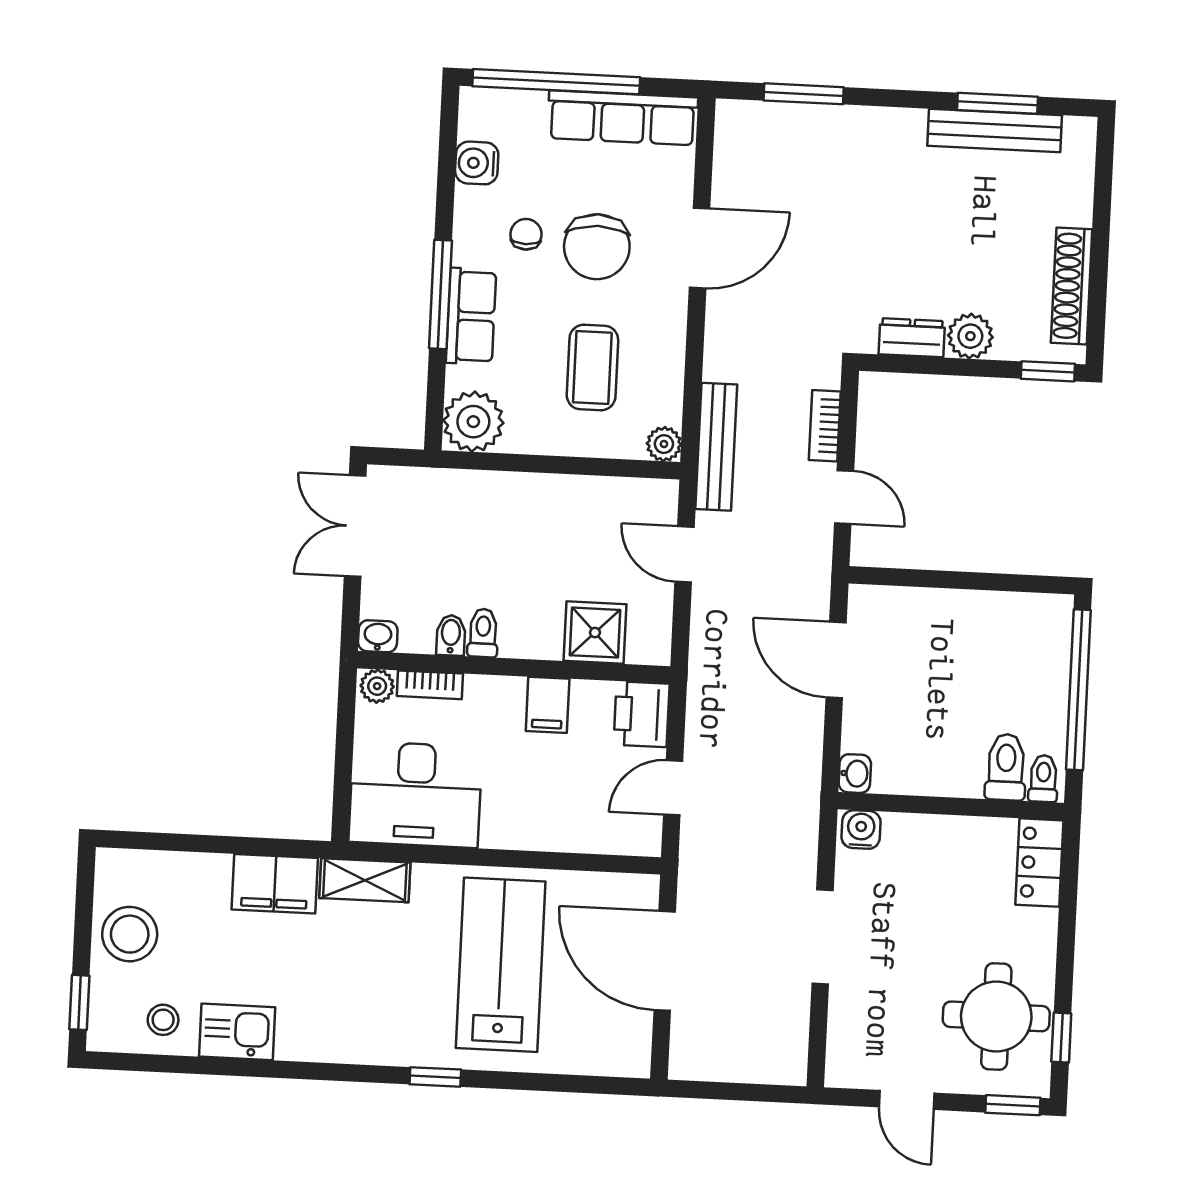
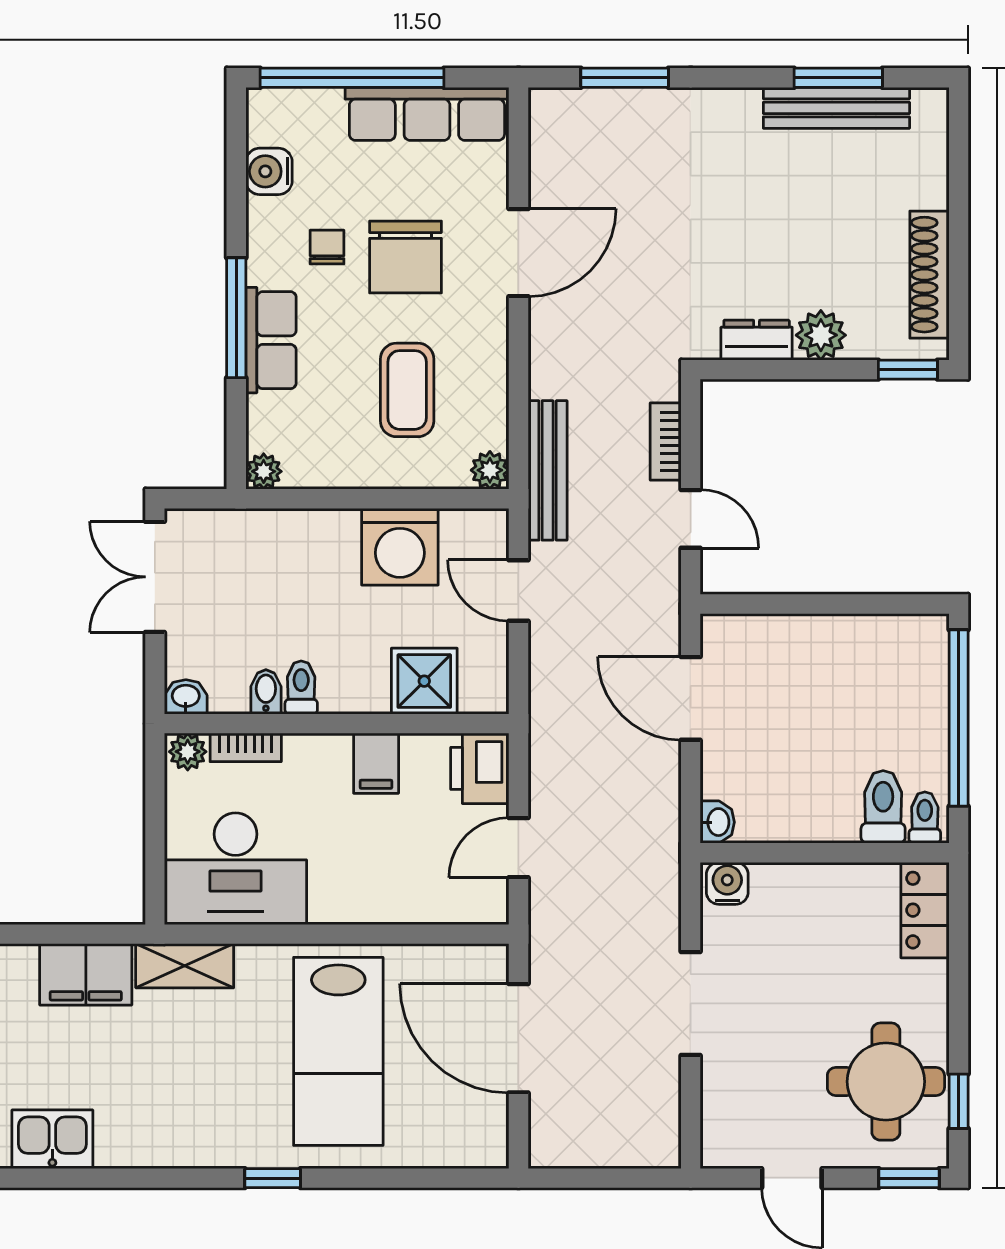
plant: (473, 422) -> (264, 471), width x0.53, depth x0.53
washing machine: (579, 509) -> (400, 547), added
lab bench: (501, 965) -> (338, 1051), turned 180

